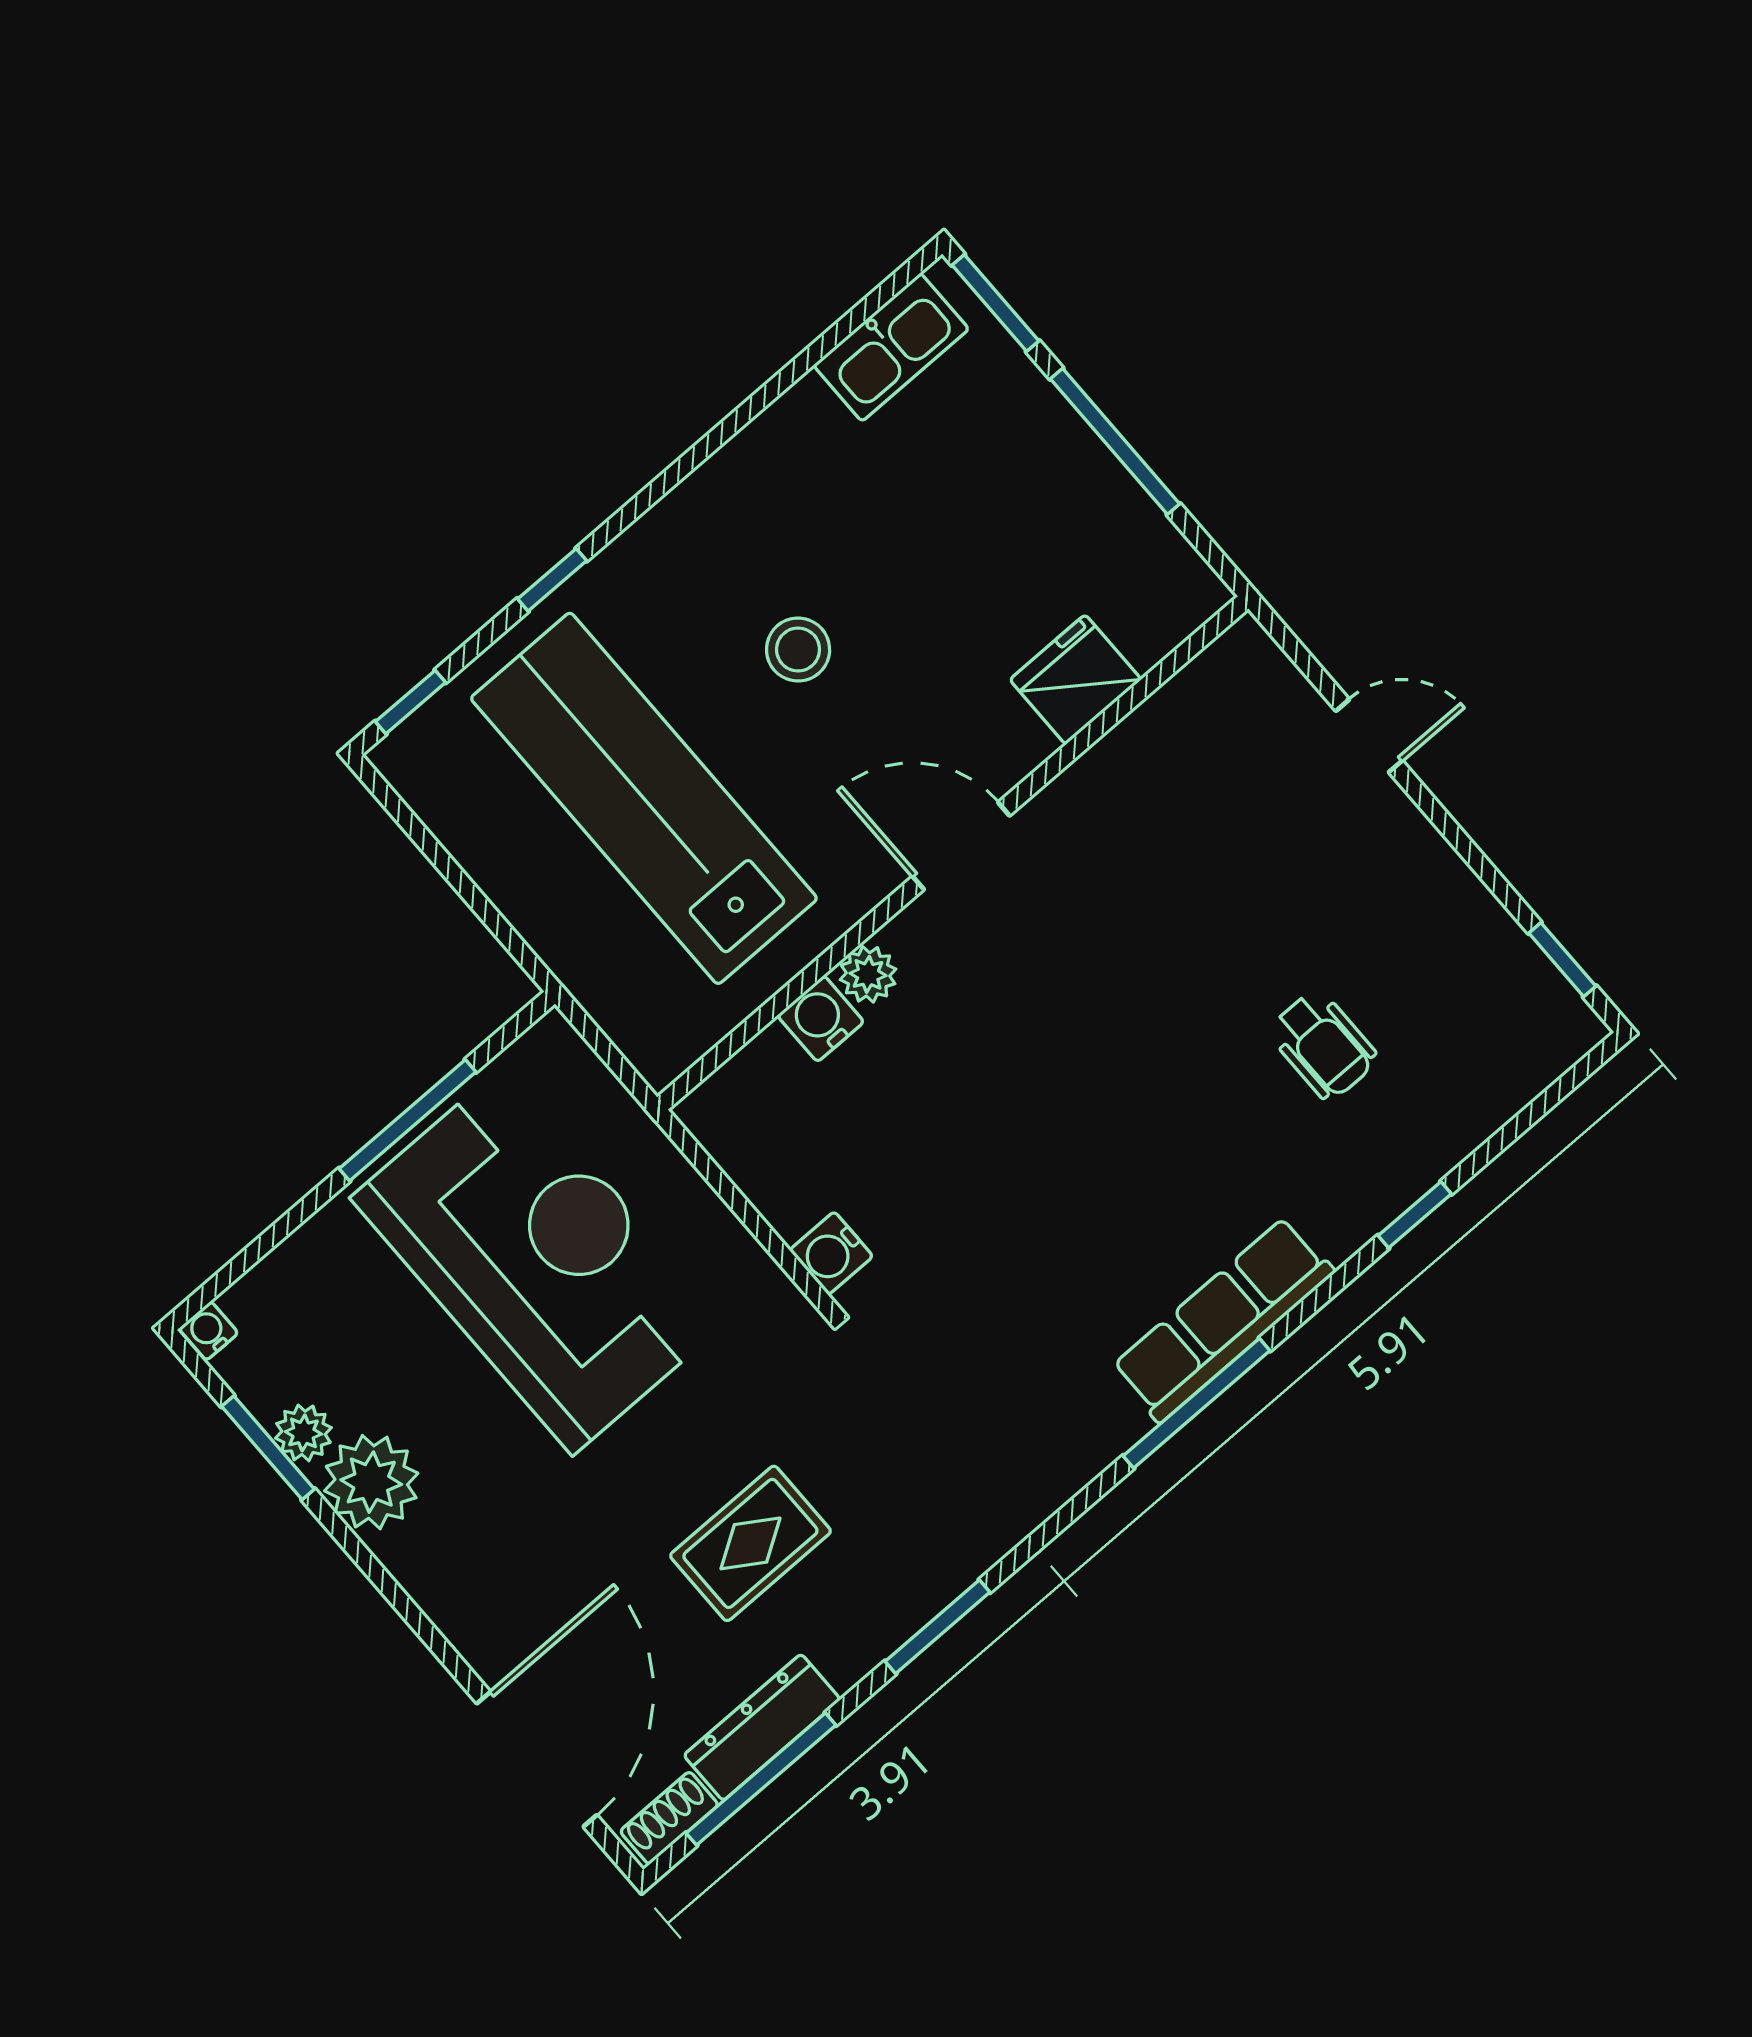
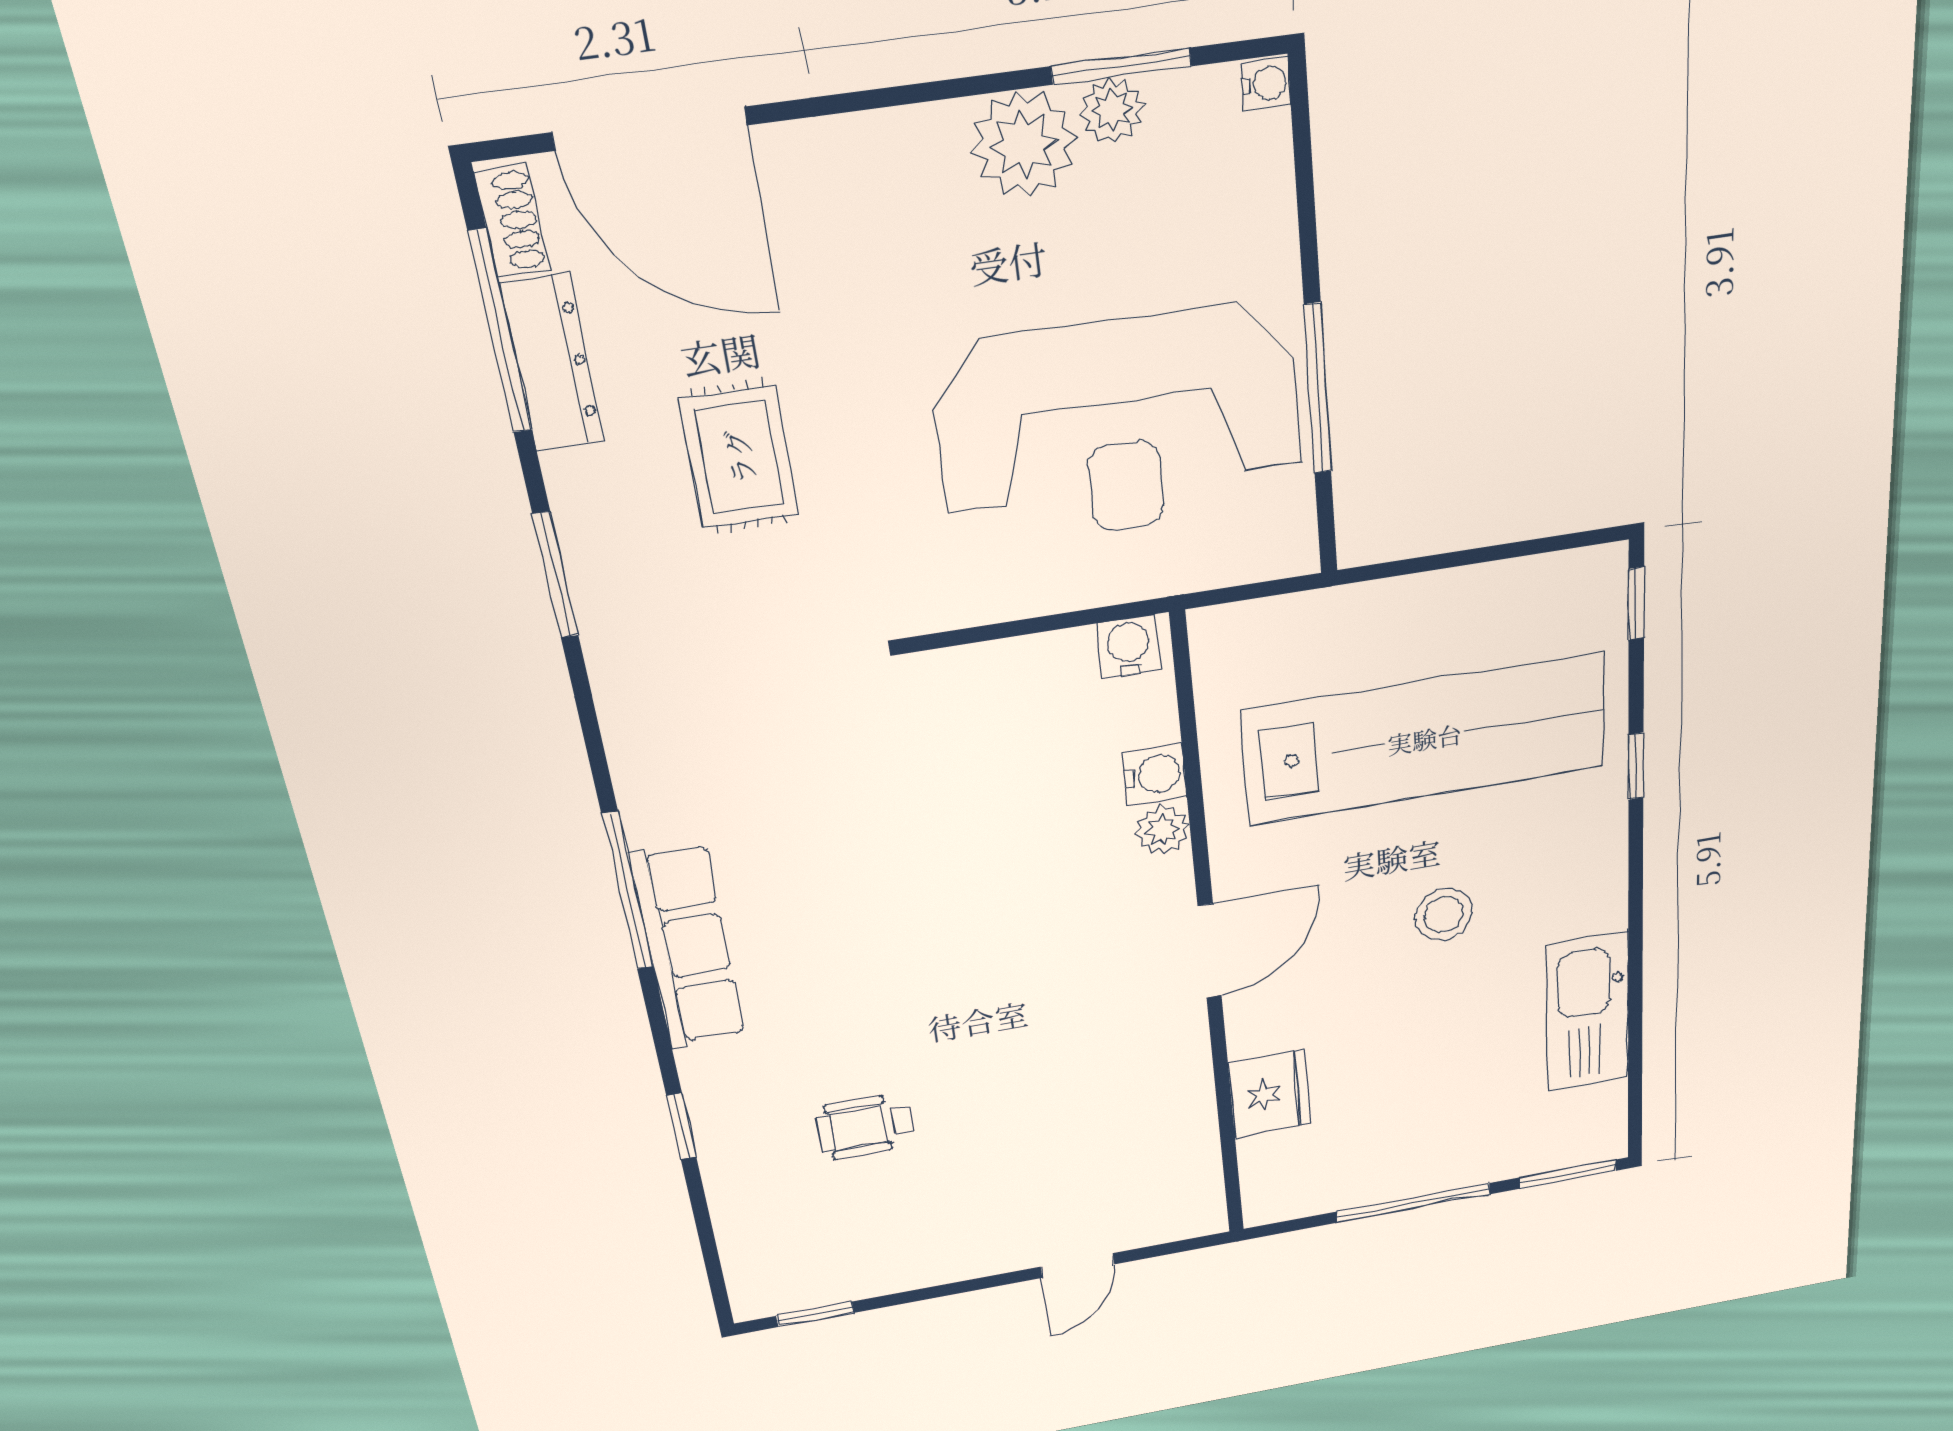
kitchen sink: (891, 347) -> (1588, 1012), moved, width x1.36, depth x1.24
water cooler: (831, 1253) -> (1128, 646), moved

